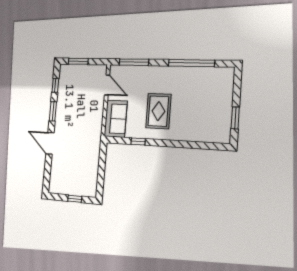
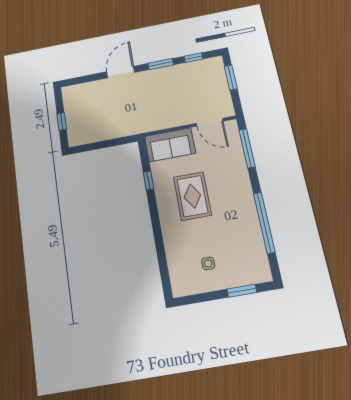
door: (107, 85) -> (210, 122), hinge flipped
rug: (158, 111) -> (192, 196), turned 90
side table: (211, 111) -> (208, 263), added
window: (235, 118) -> (242, 291), moved

